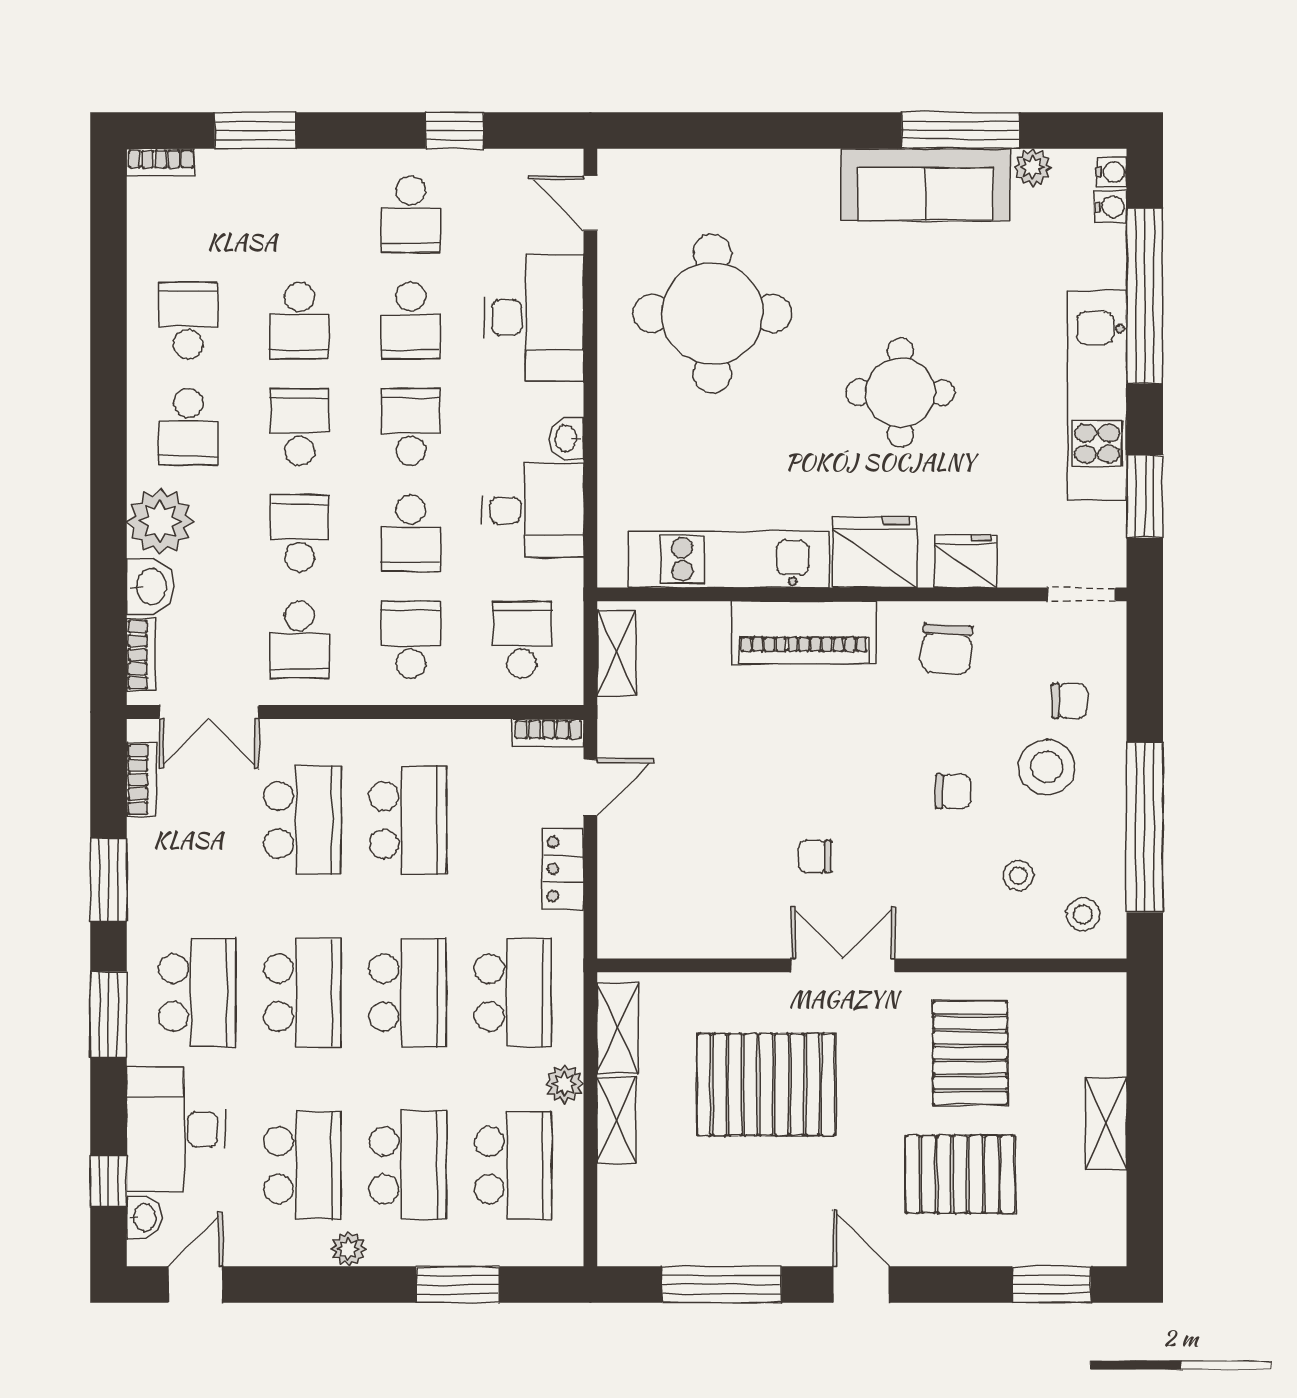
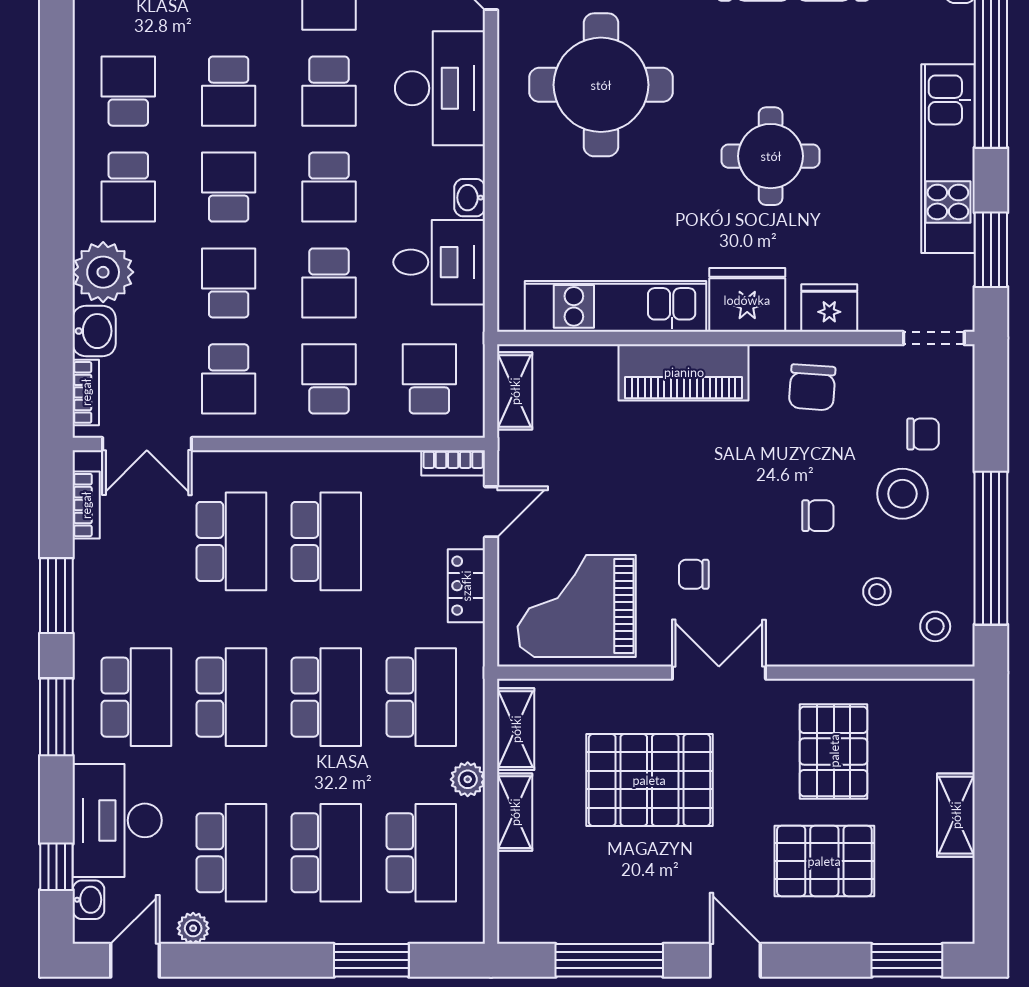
school desk: (411, 427) -> (329, 187), turned 180
grand piano: (685, 892) -> (577, 606), added
plant: (348, 1249) -> (193, 928), moved

